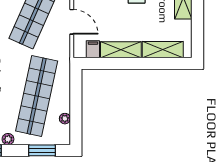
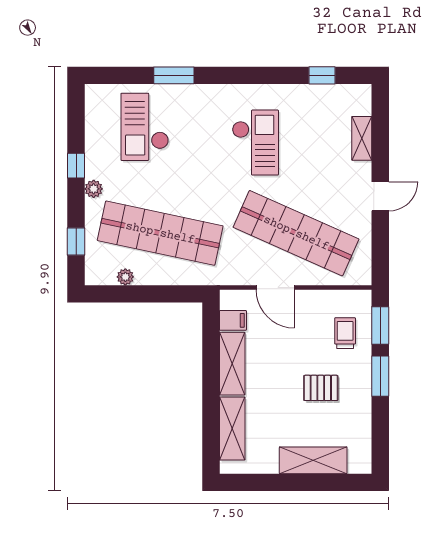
door: (72, 22) -> (275, 287), hinge flipped
window: (42, 150) -> (76, 241), width x0.67

